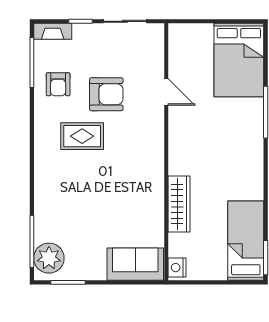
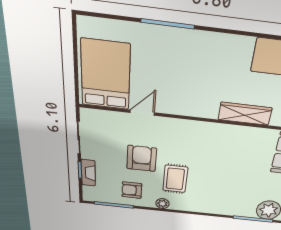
fireplace: (53, 31) -> (88, 173), moved
bed: (239, 60) -> (106, 75), moved, turned -90
armchair: (58, 84) -> (132, 190), turned 180
plant: (42, 124) -> (163, 204), added

